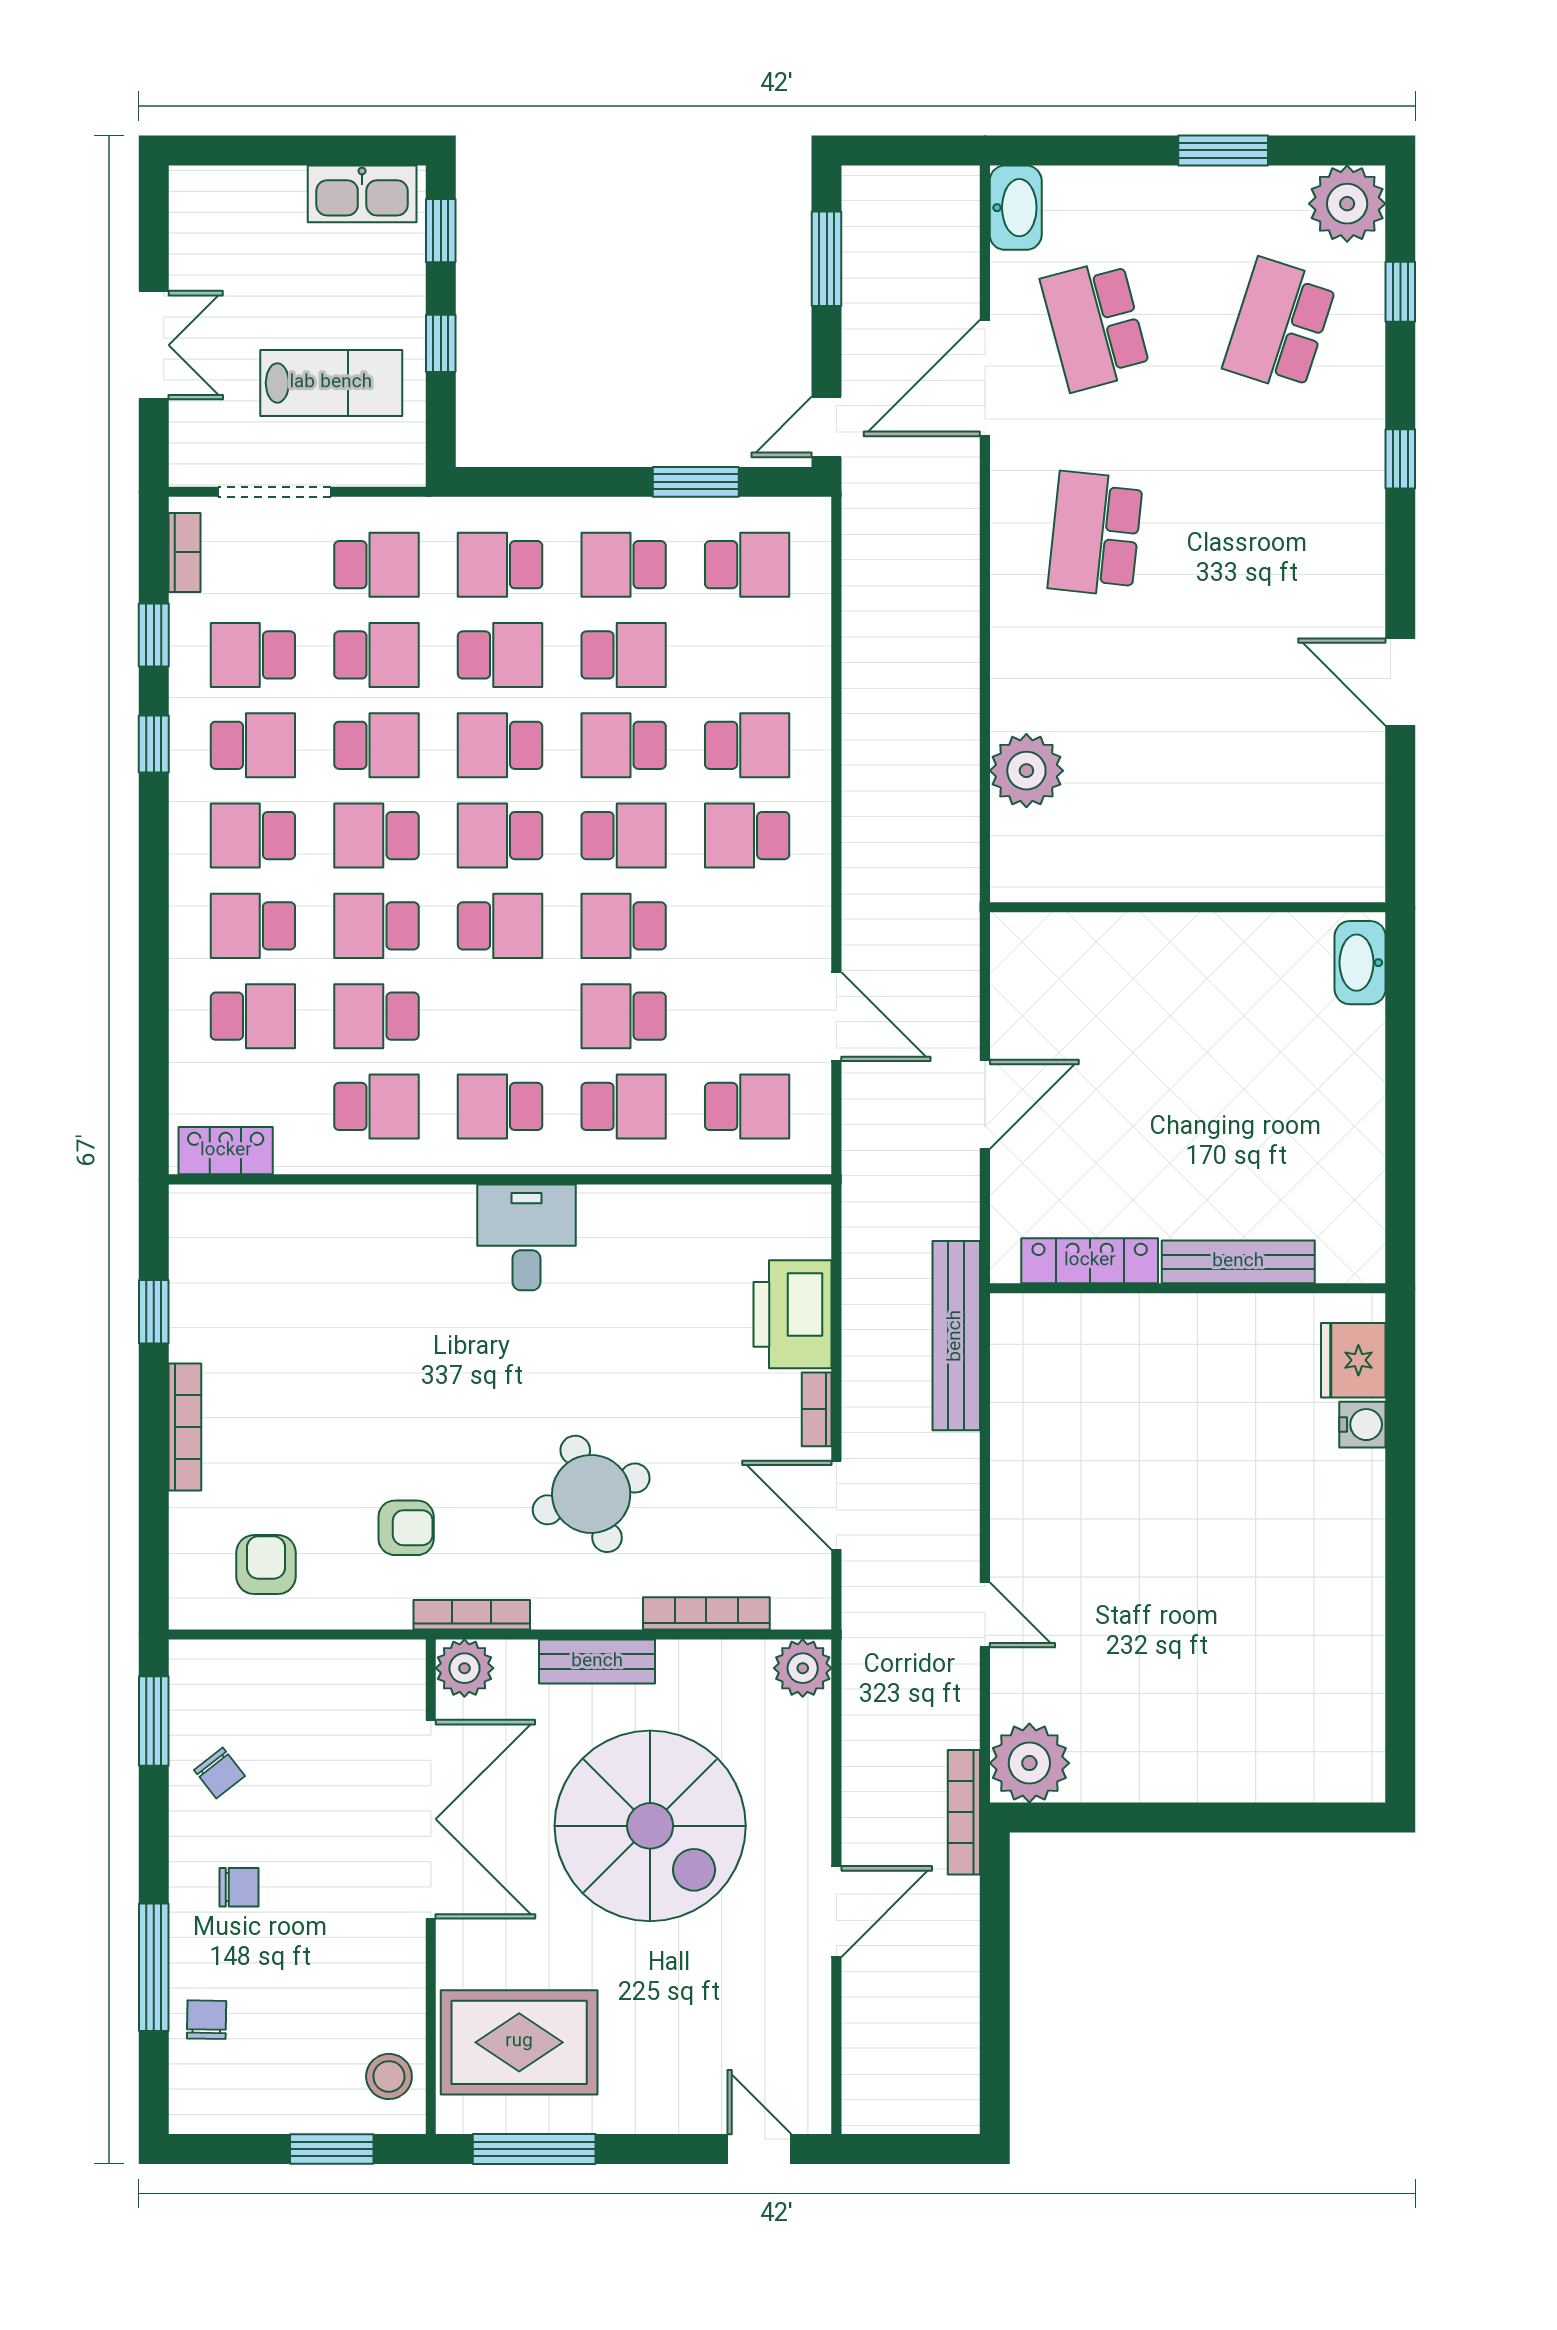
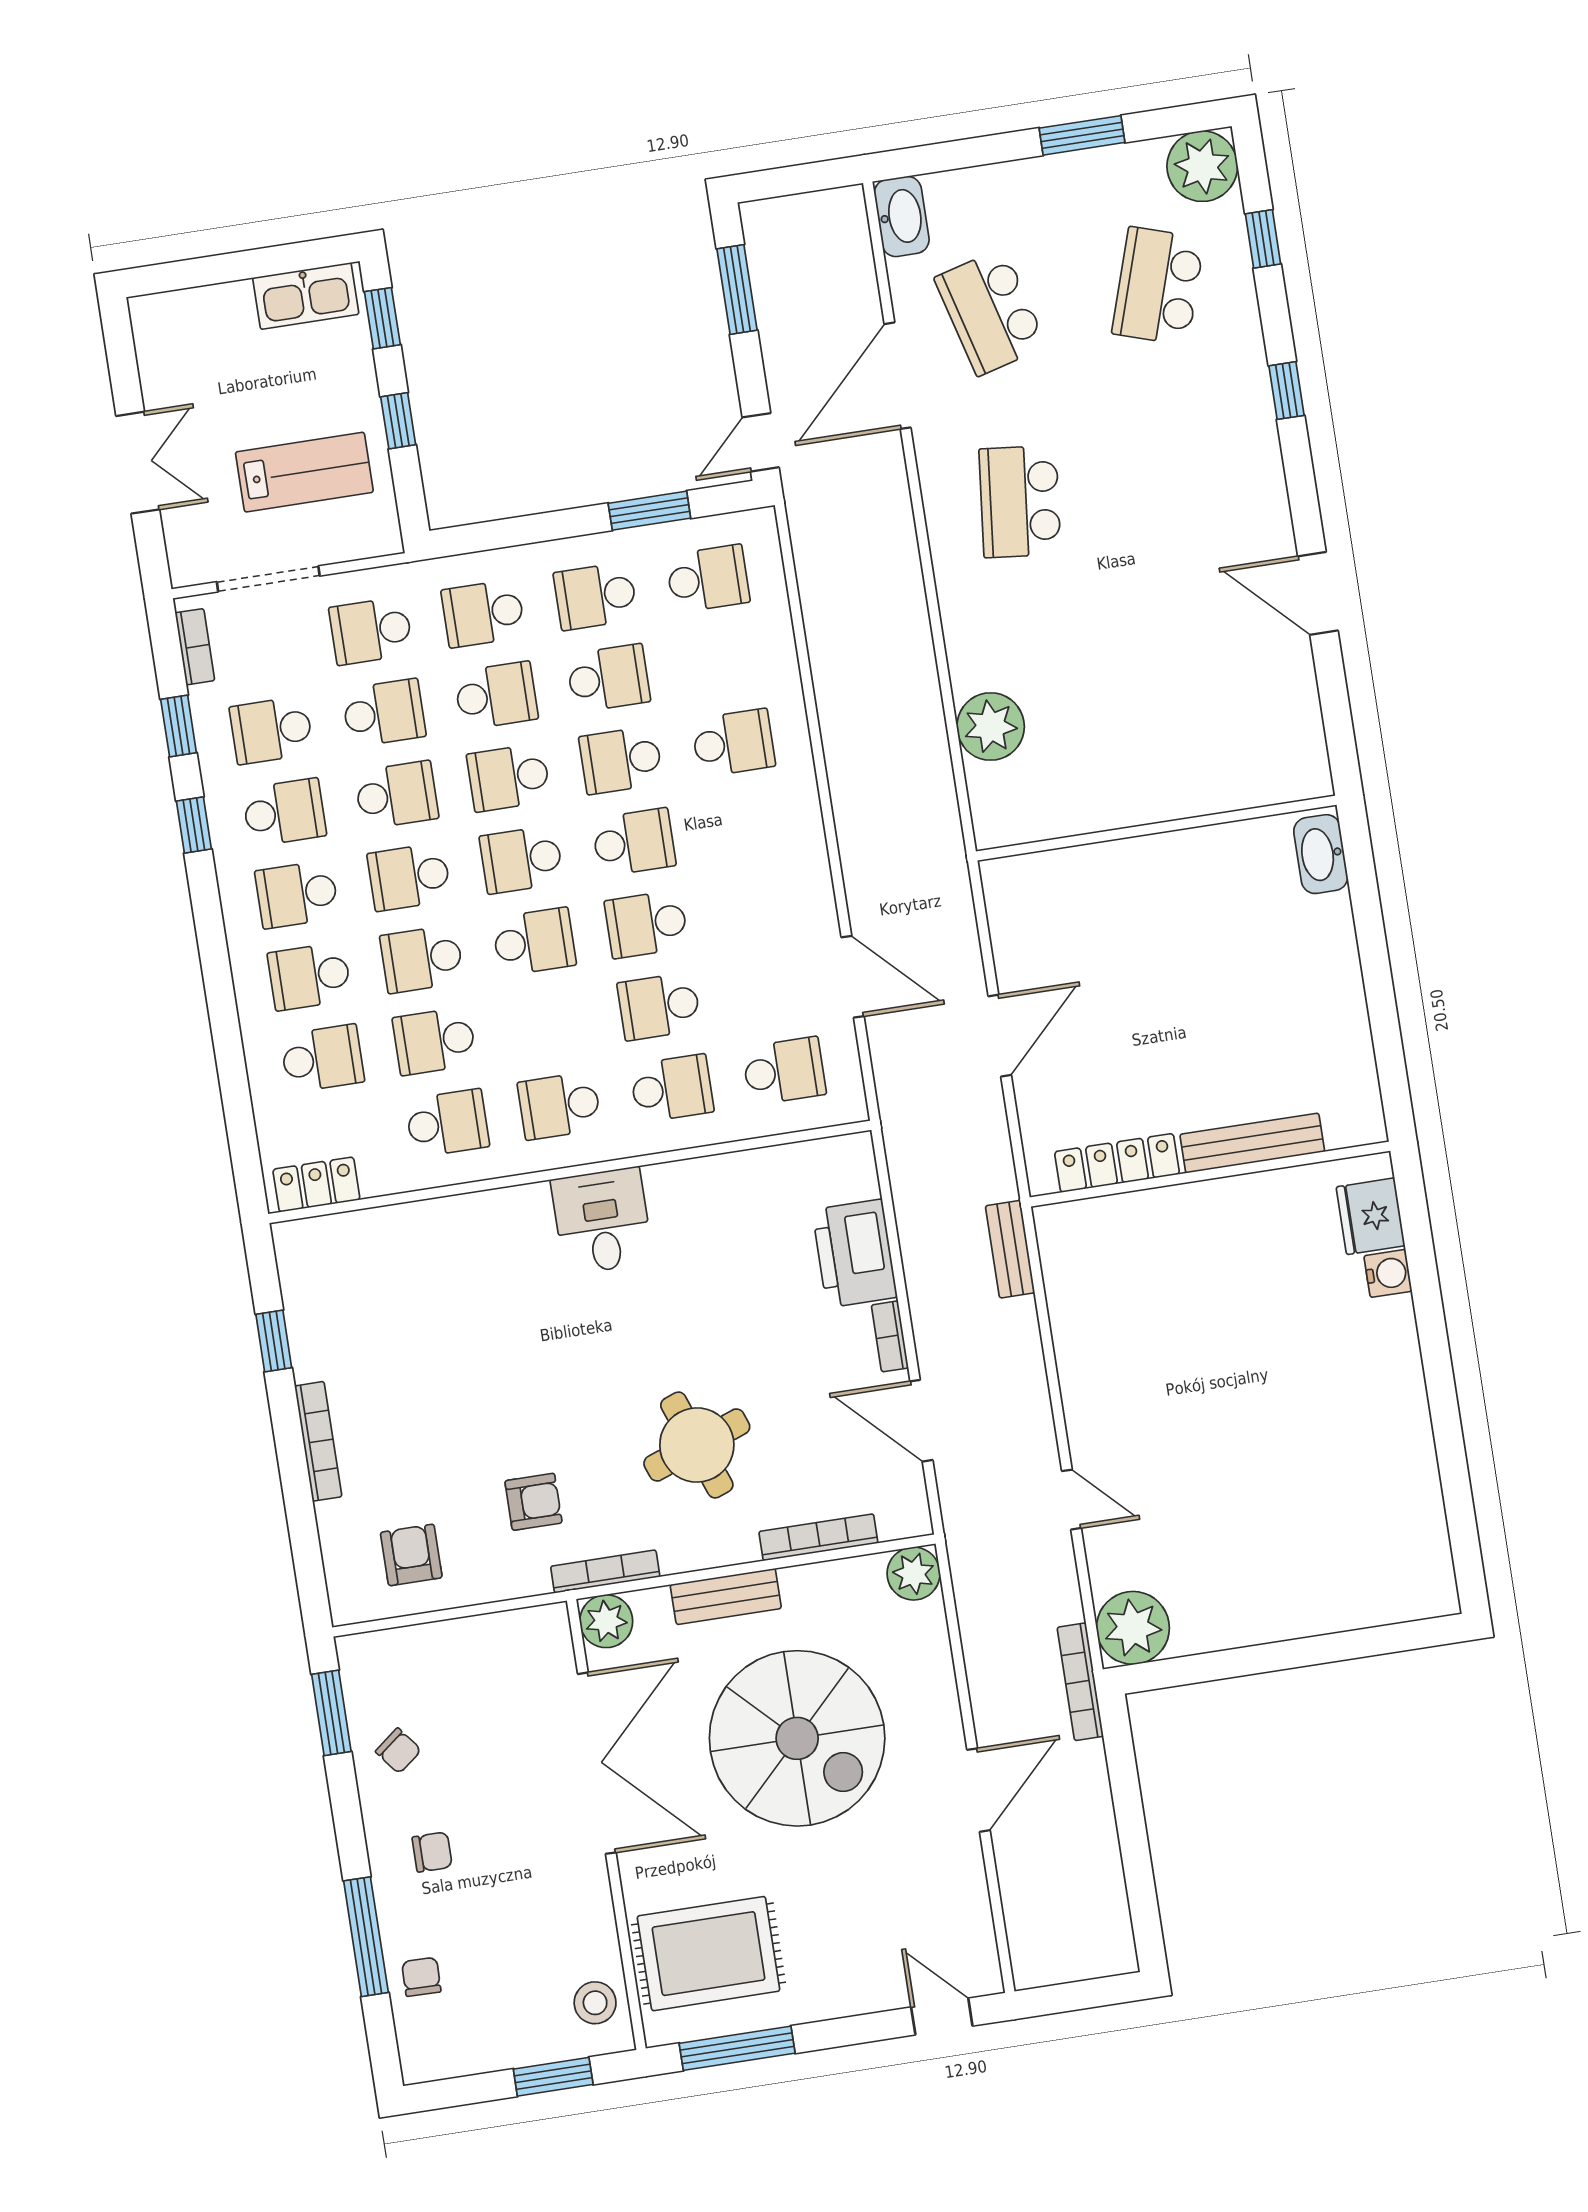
school desk: (376, 565) -> (371, 631), turned 180
school desk: (747, 836) -> (746, 825), removed
bench: (956, 1336) -> (1010, 1249), width x0.54, depth x0.82

